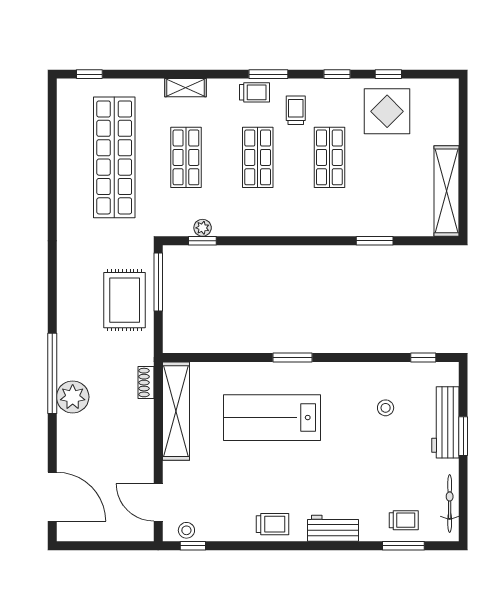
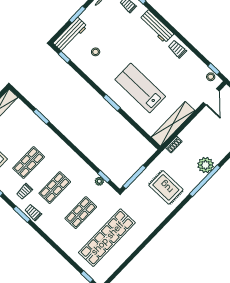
shelving: (185, 88) -> (57, 238), removed
rug: (125, 300) -> (166, 187), moved, turned 90
lab bench: (272, 418) -> (140, 88), turned 180
workbench: (445, 422) -> (70, 35), moved
workbench: (333, 528) -> (157, 26), width x1.38

